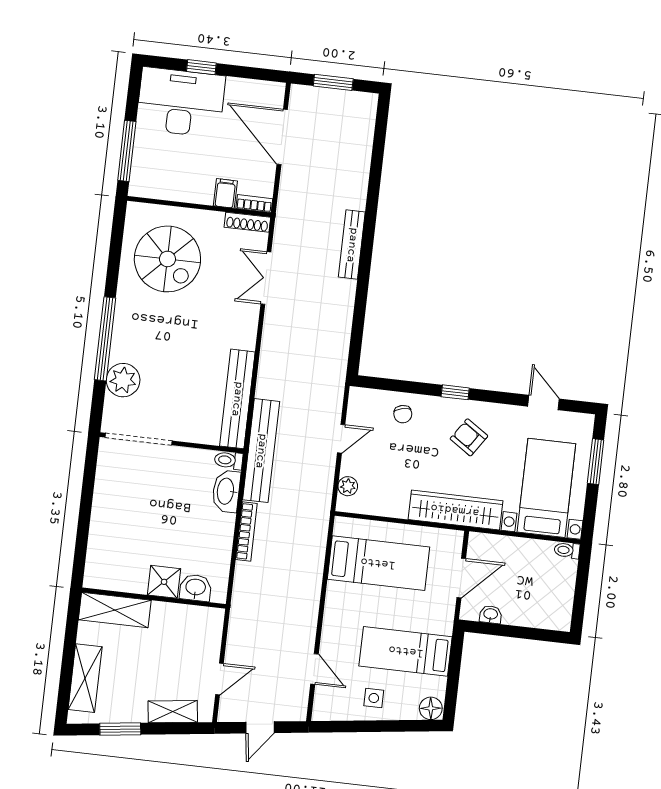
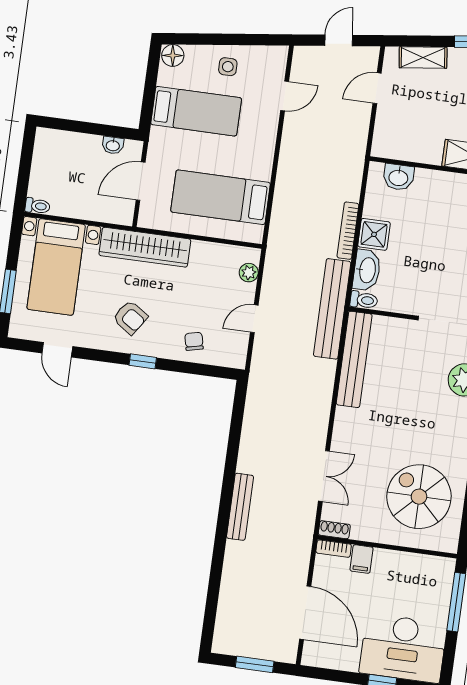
shoe rack: (247, 222) -> (334, 530), width x0.70
shower: (164, 582) -> (374, 234), moved
door: (315, 669) -> (285, 96), swing flipped

